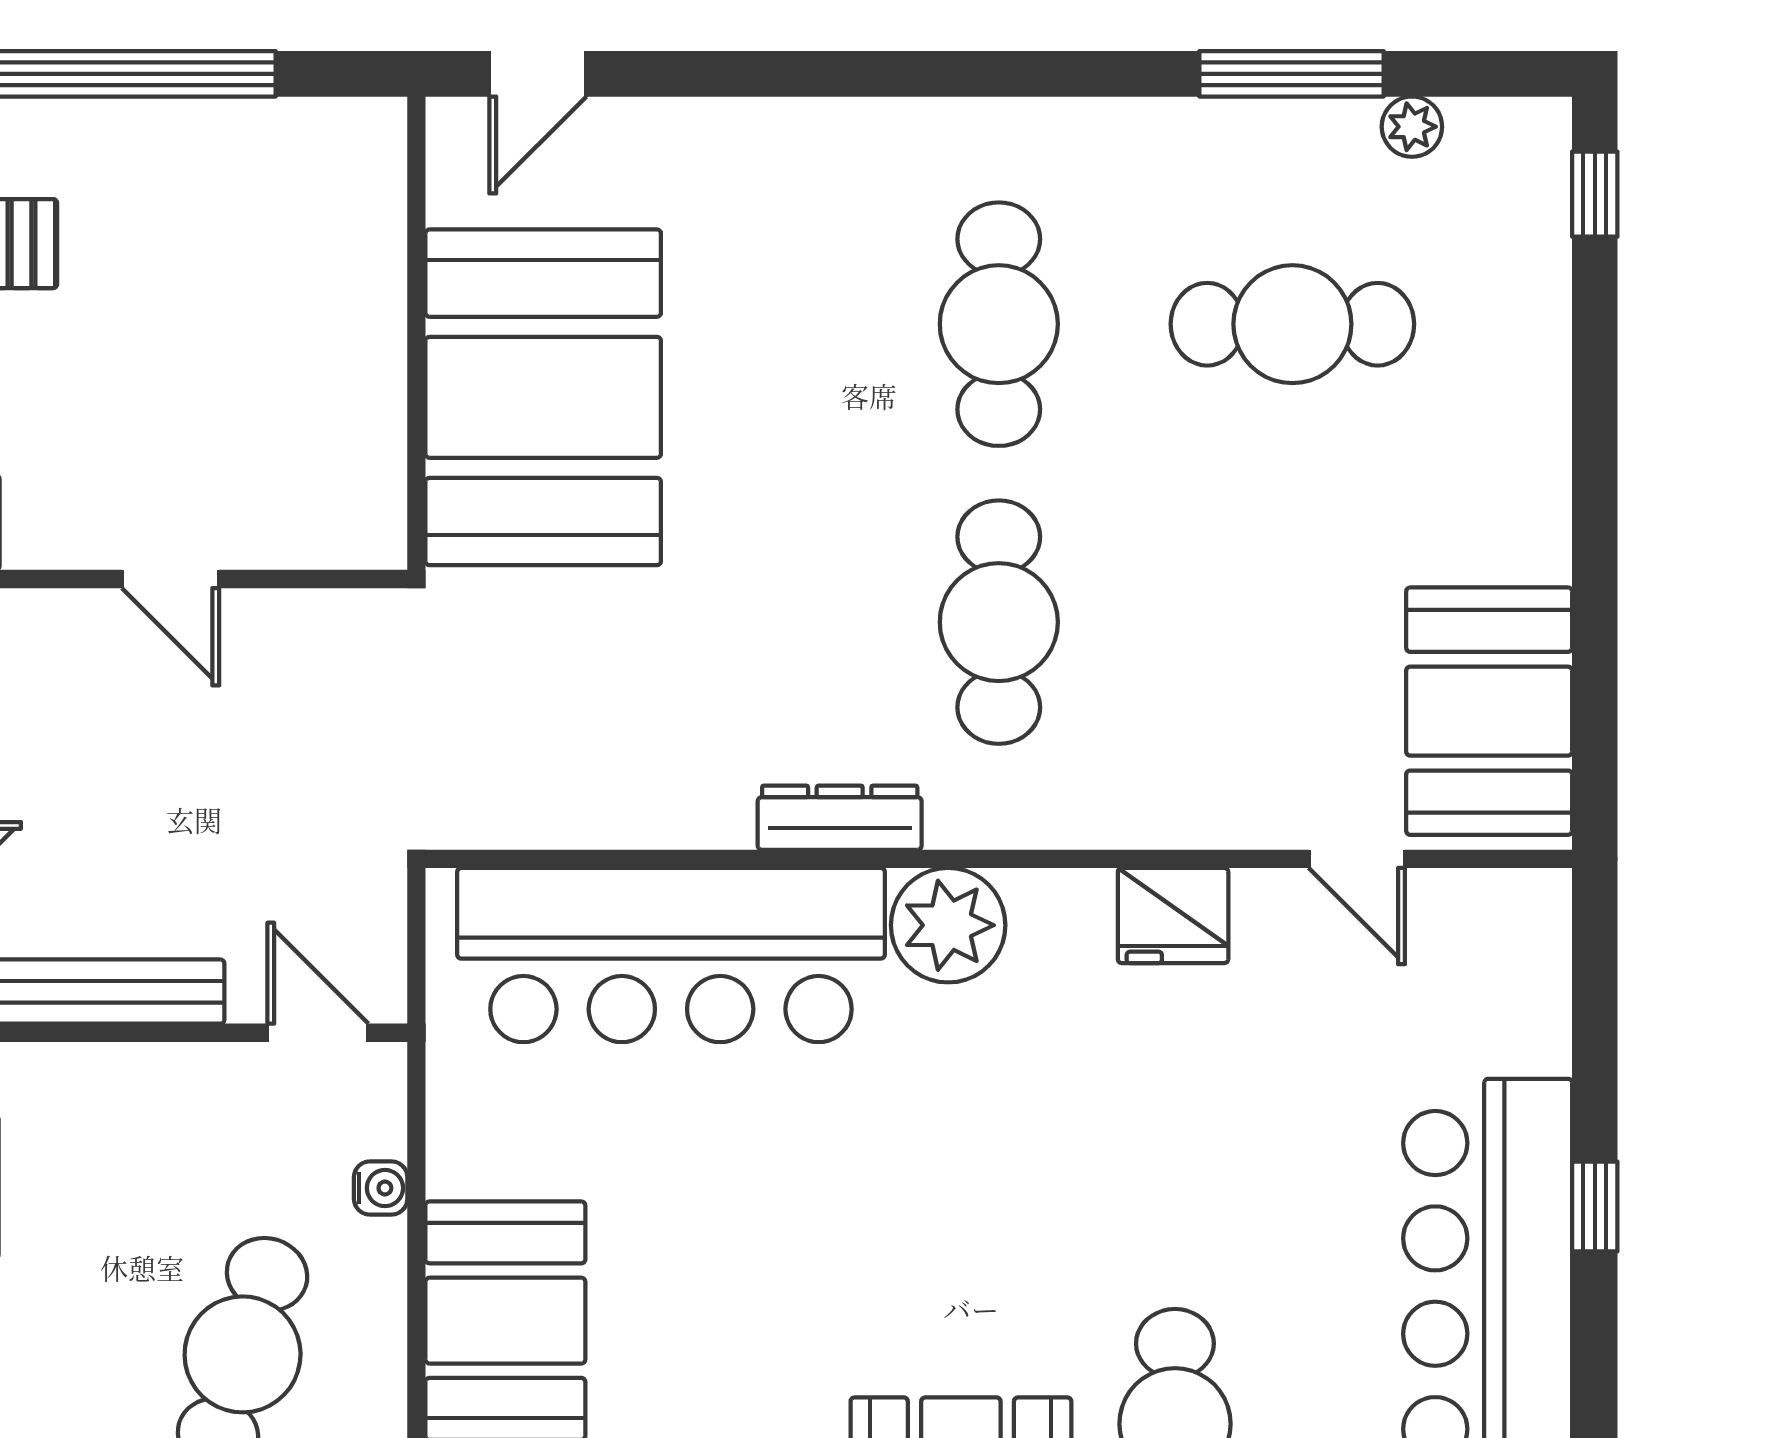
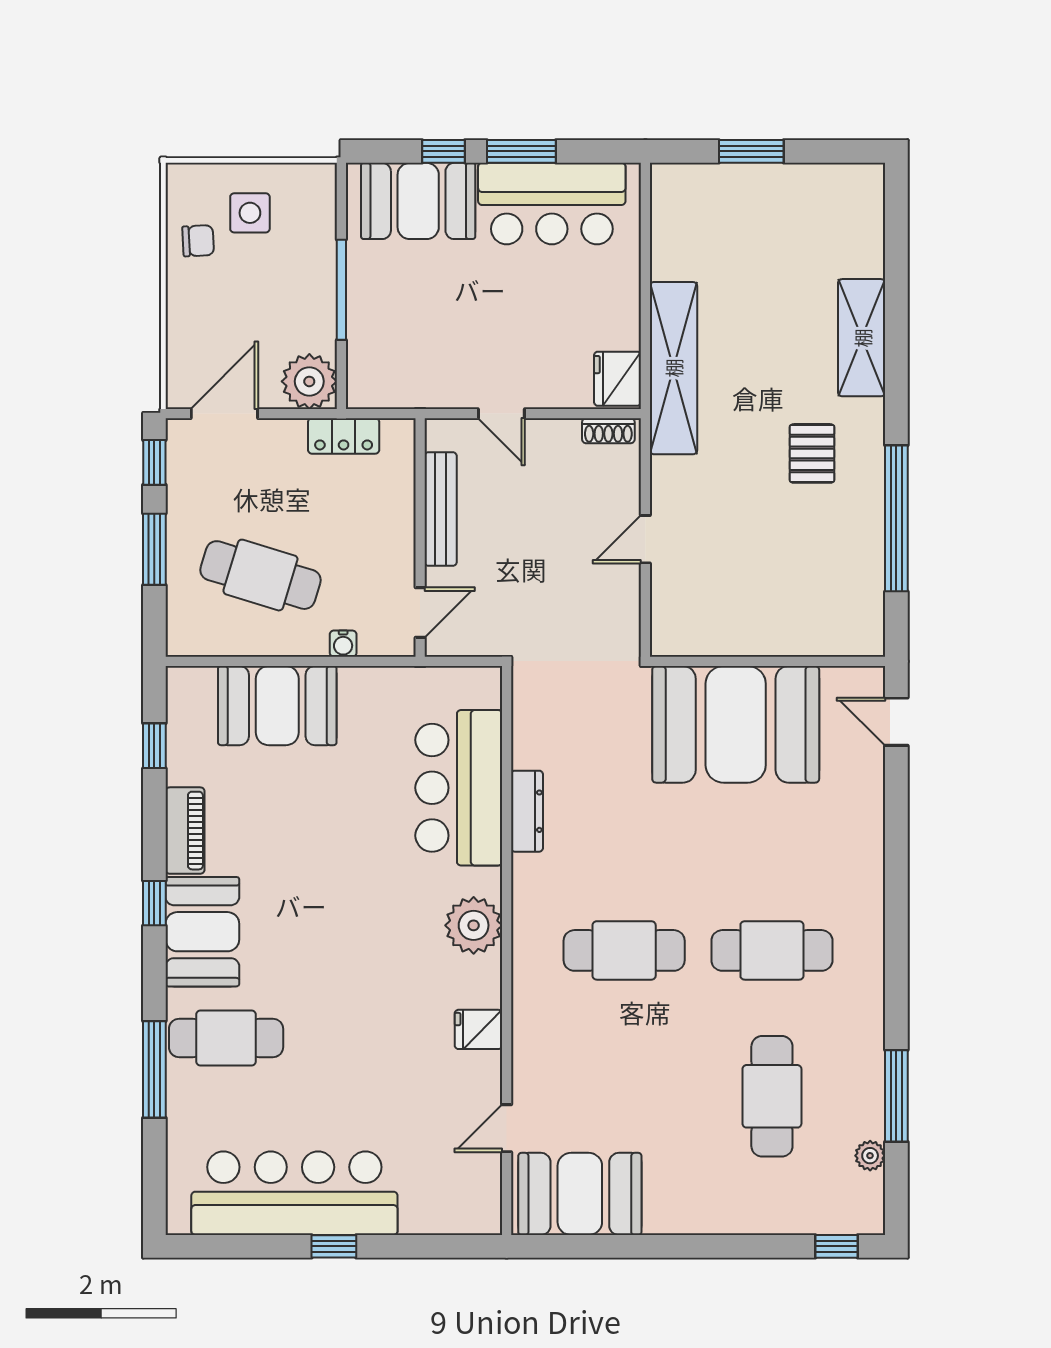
dresser: (840, 818) -> (527, 811), moved
fridge: (1173, 916) -> (478, 1029), width x0.72
bar counter: (671, 955) -> (459, 788), width x0.73

